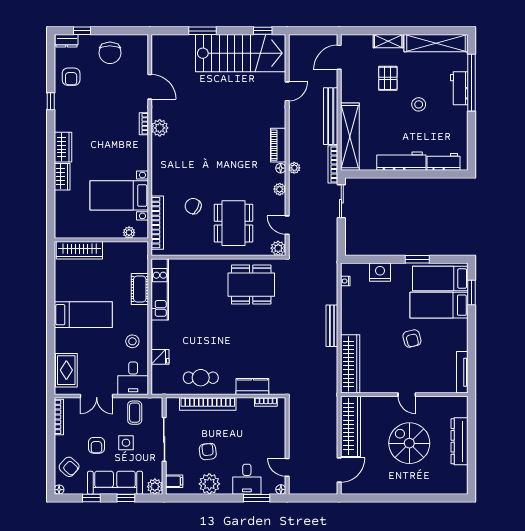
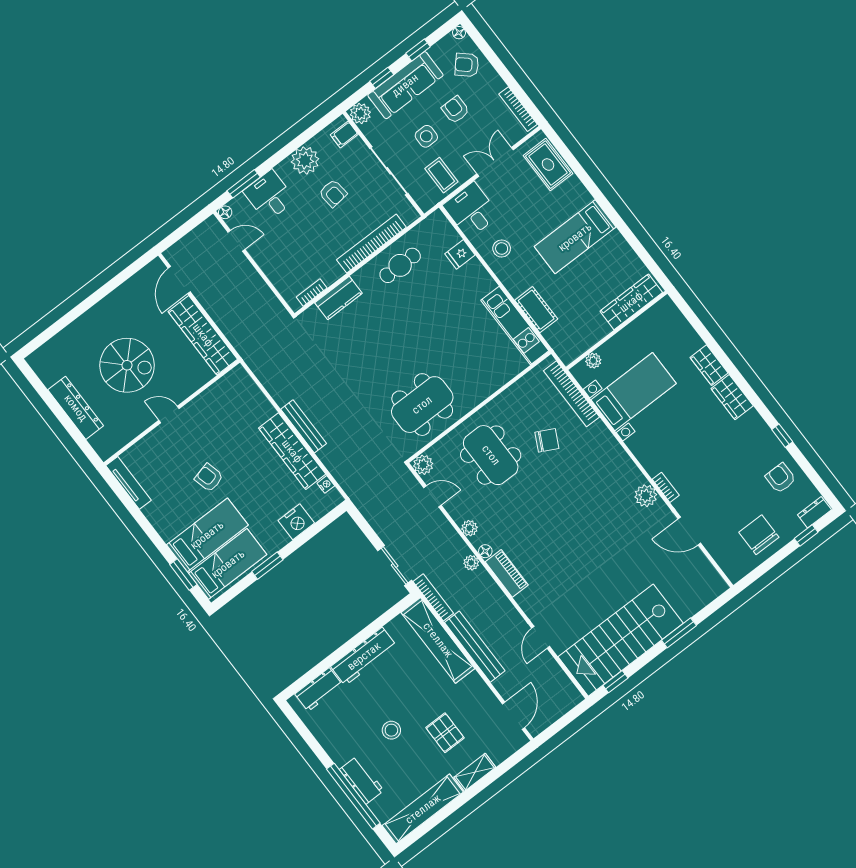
wardrobe: (350, 364) -> (292, 451), moved

